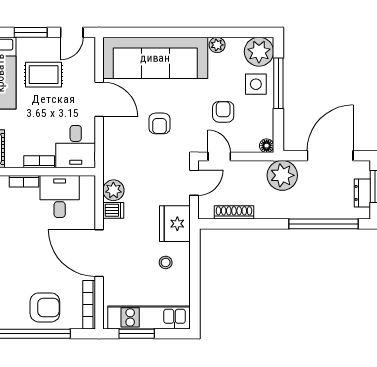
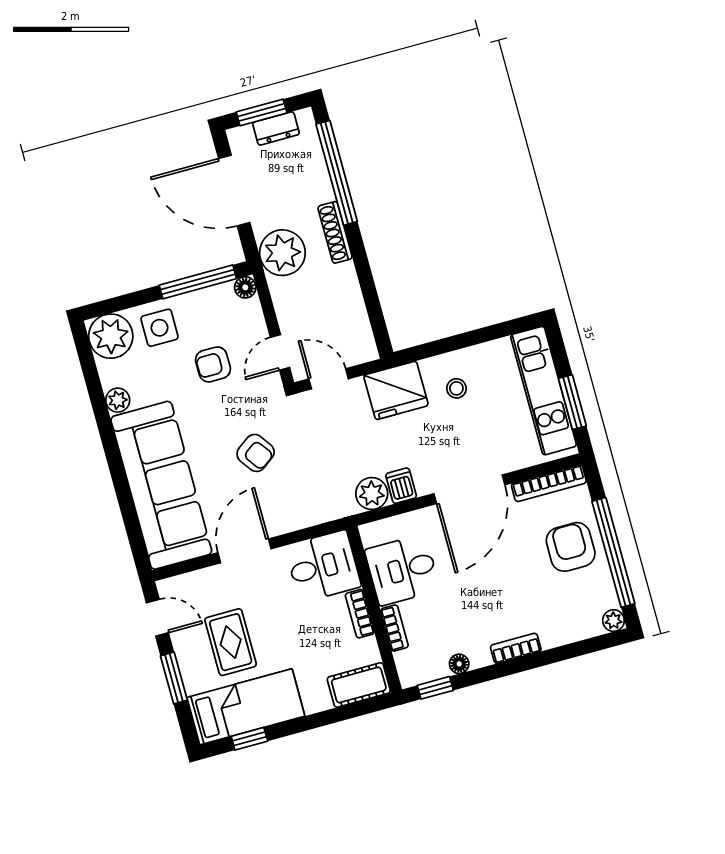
window: (278, 83) -> (198, 282), moved
armchair: (159, 123) -> (256, 453), turned 54
shoe rack: (234, 212) -> (335, 232), moved

